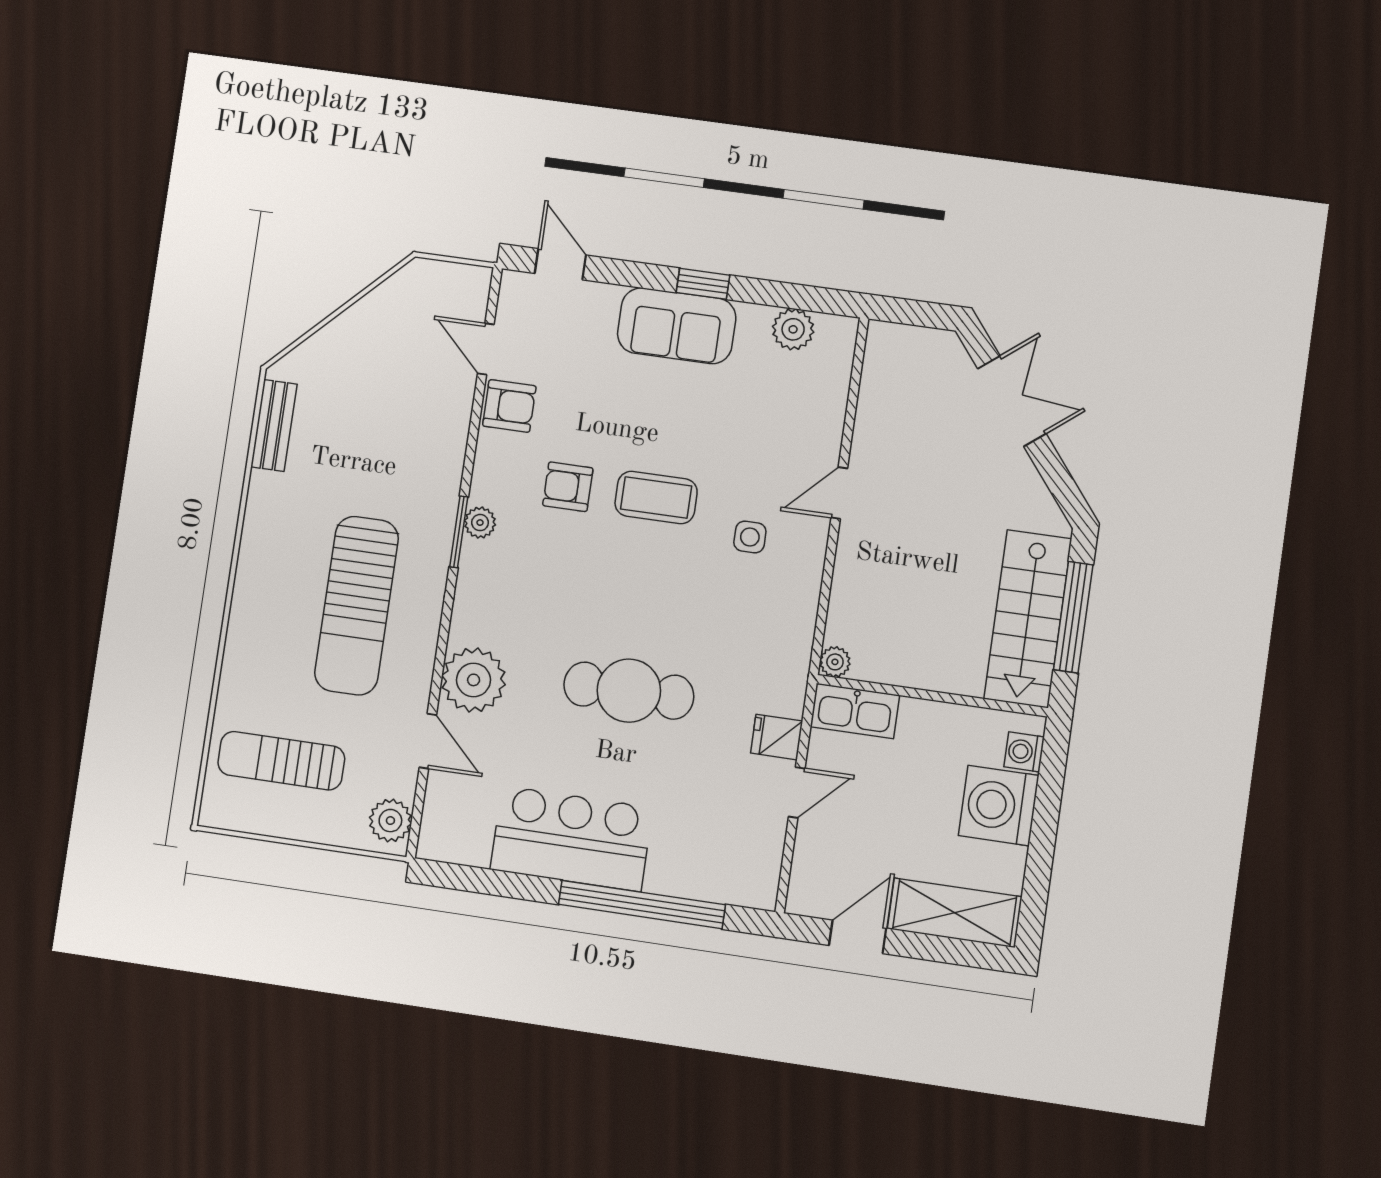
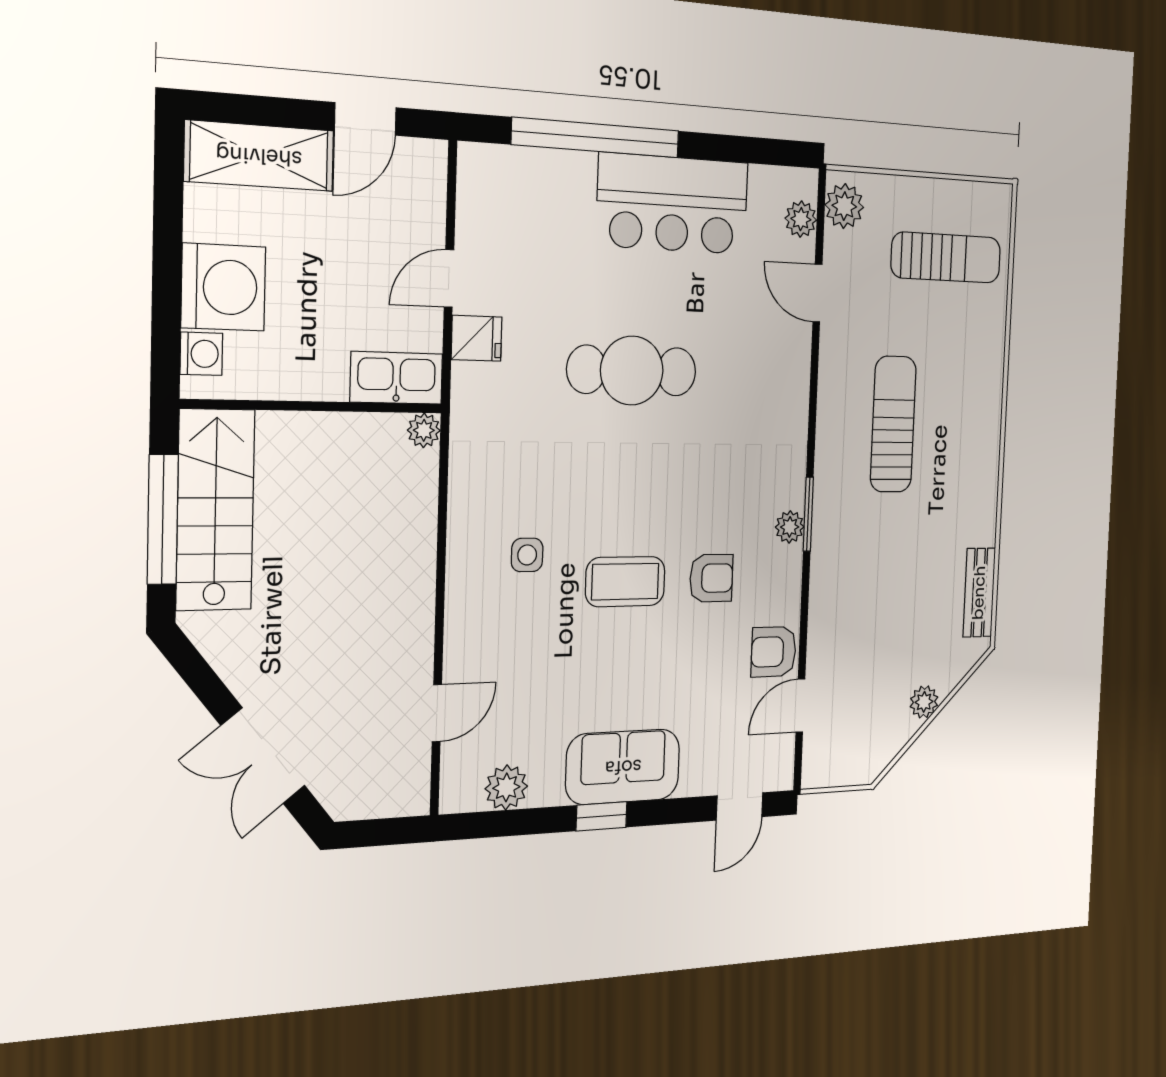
door: (560, 264) -> (740, 806), hinge flipped
plant: (348, 327) -> (924, 702), added
door: (486, 349) -> (800, 706), swing flipped
door: (839, 493) -> (437, 713), moved
sun lounger: (357, 606) -> (893, 424), width x0.73, depth x0.75
plant: (474, 680) -> (801, 219), moved, width x0.53, depth x0.53

